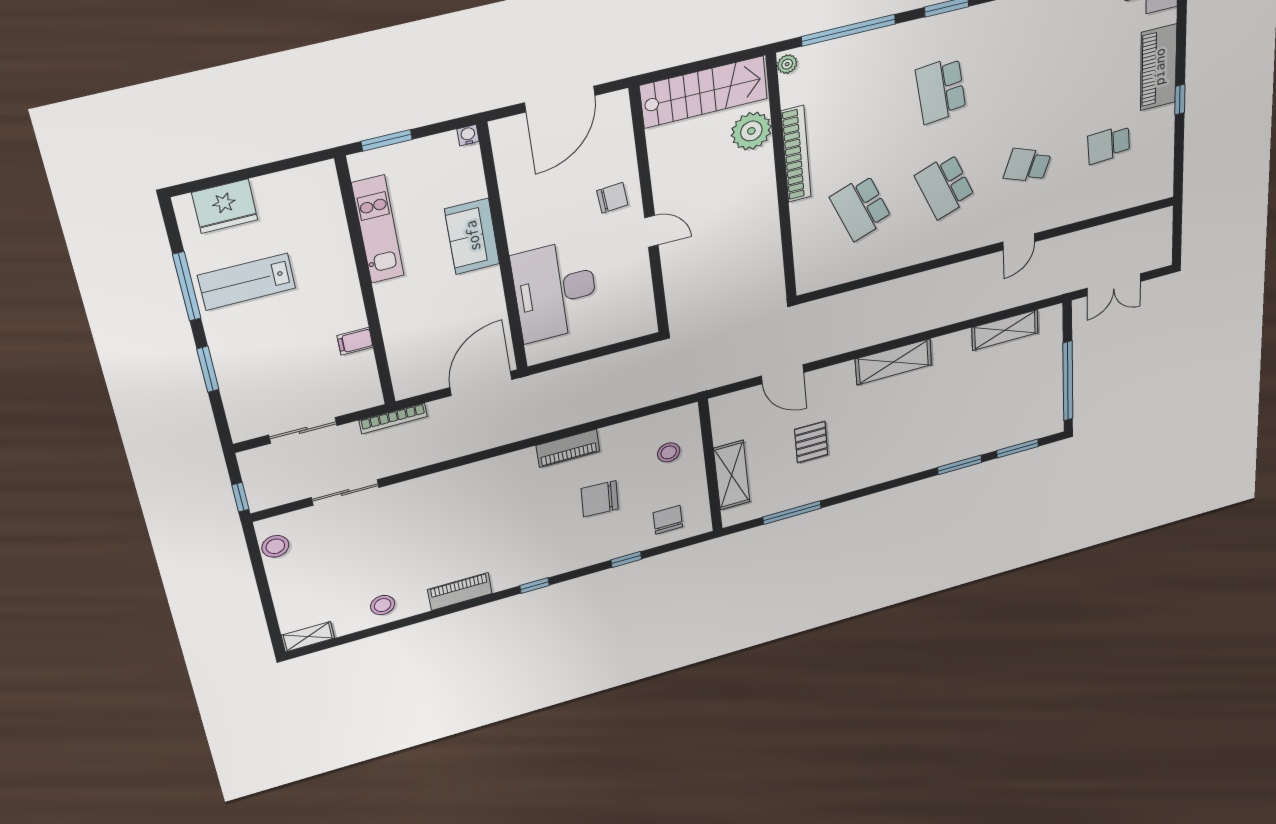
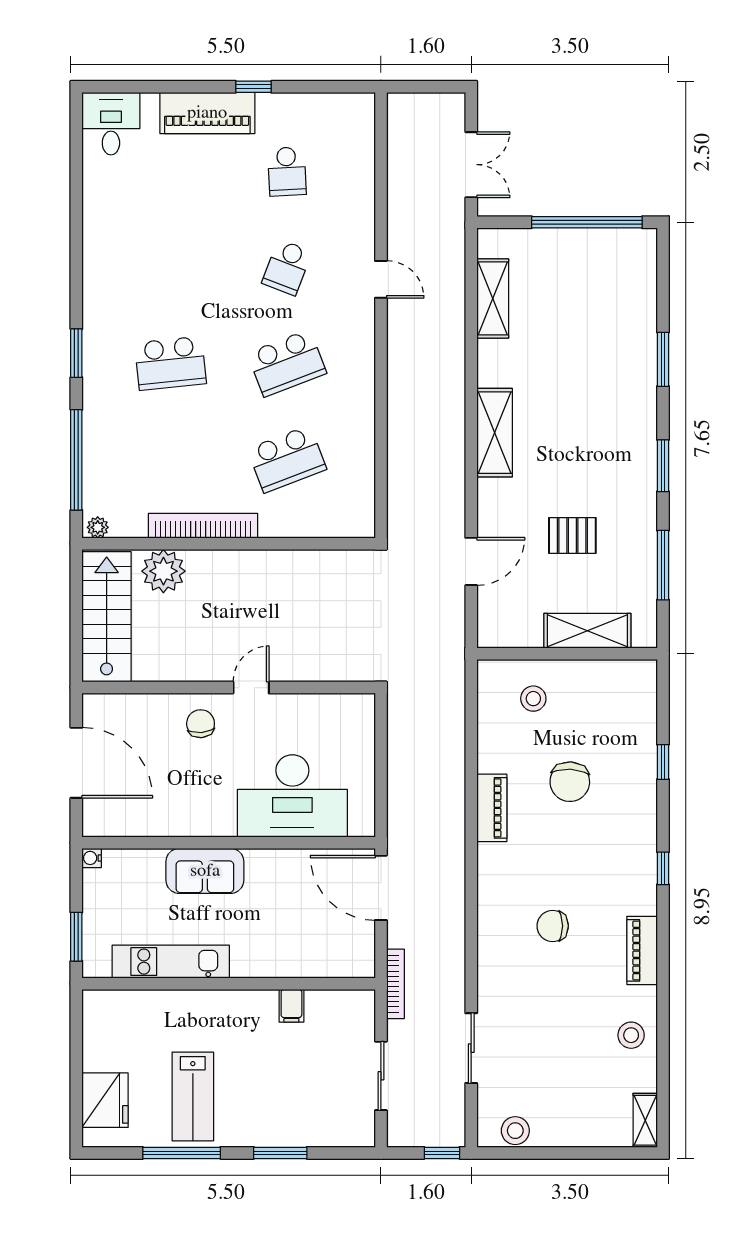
window: (1018, 448) -> (663, 466), moved
chair: (668, 520) -> (553, 926), moved

